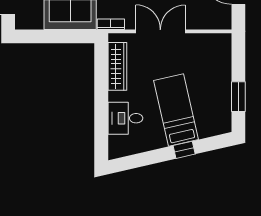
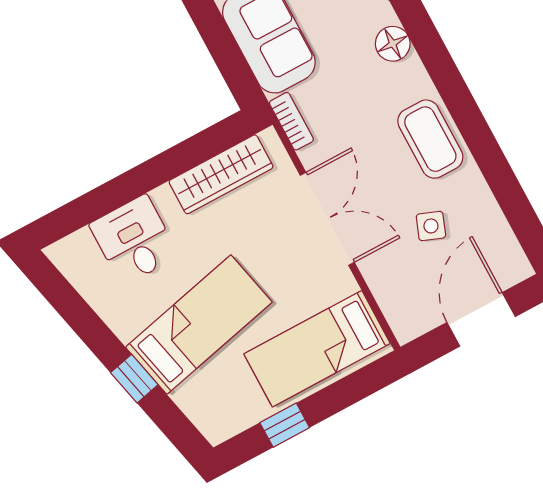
bed: (213, 65) -> (317, 349), added
window: (238, 97) -> (285, 425), width x0.67

